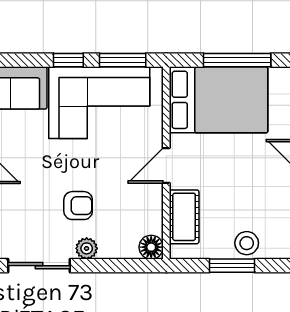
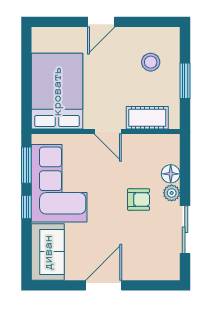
window: (237, 60) -> (26, 77), removed
armchair: (78, 206) -> (139, 200), turned 90
stool: (247, 243) -> (151, 62), moved
floor lamp: (151, 247) -> (171, 174), moved

